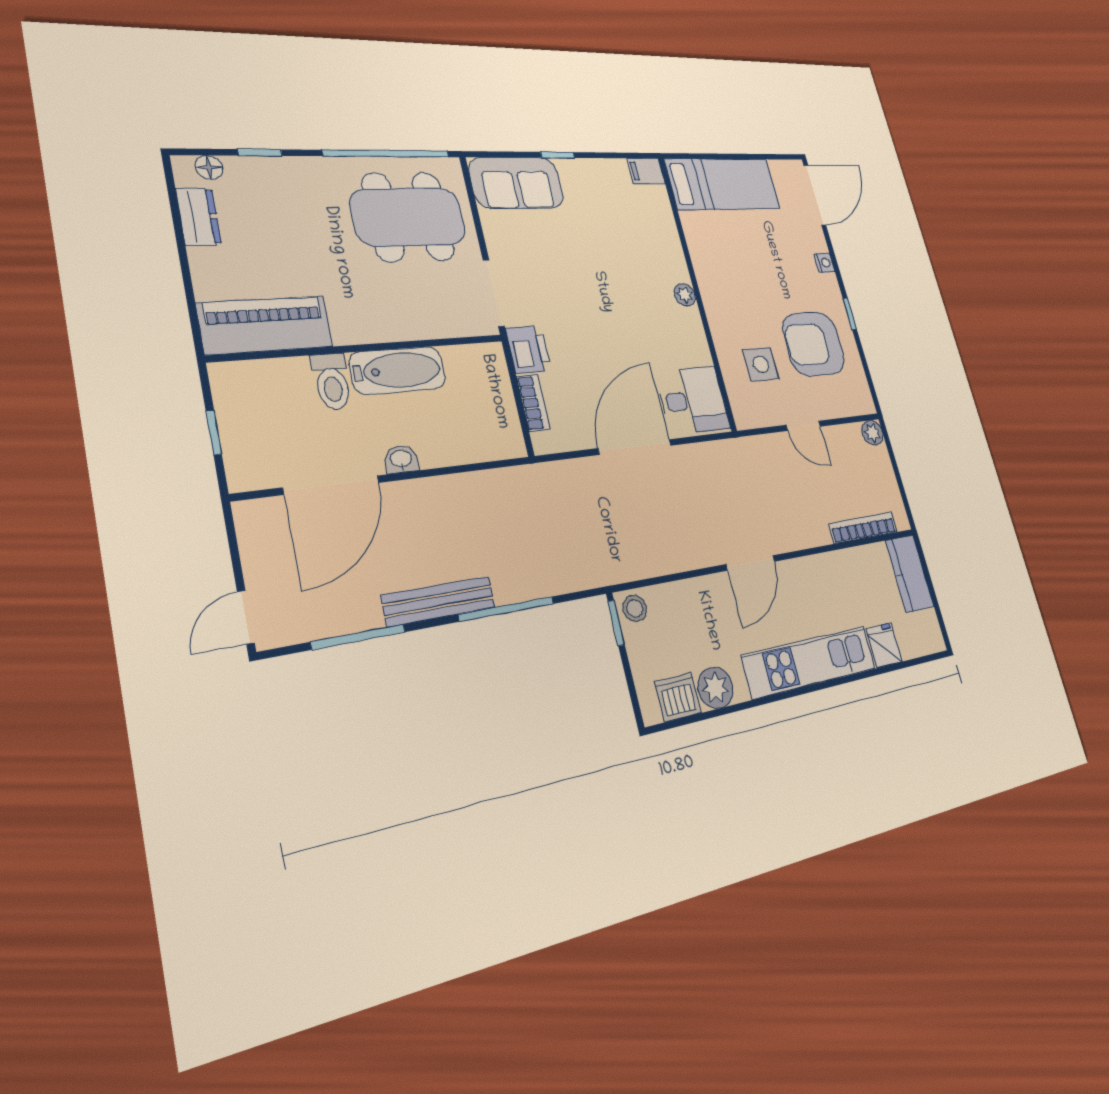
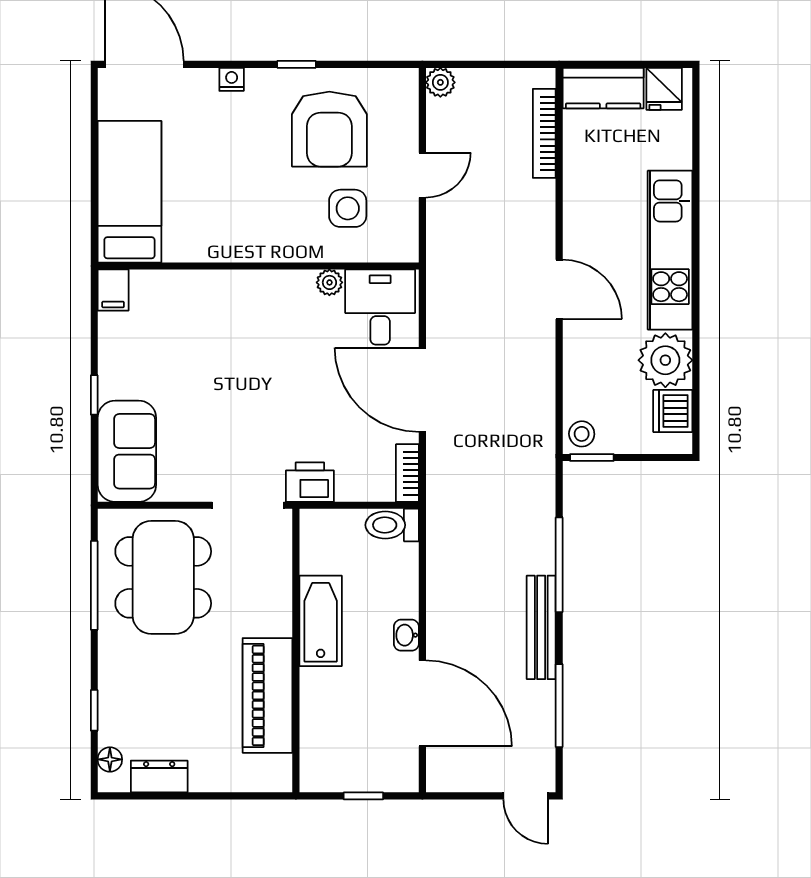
window: (387, 154) -> (94, 585), width x0.68
plant: (685, 295) -> (329, 282), moved
piano: (265, 325) -> (268, 695), moved
toilet: (332, 381) -> (392, 525), moved, turned 180
bookcase: (533, 403) -> (407, 473), moved, turned -90
fridge: (884, 645) -> (664, 89), moved, turned -90
plant: (715, 688) -> (665, 360), width x1.36, depth x1.36

